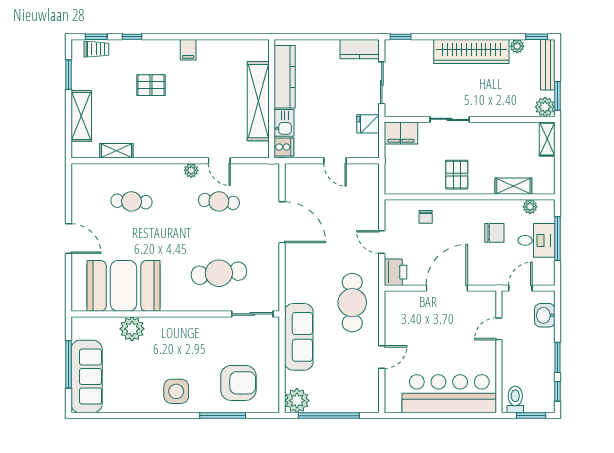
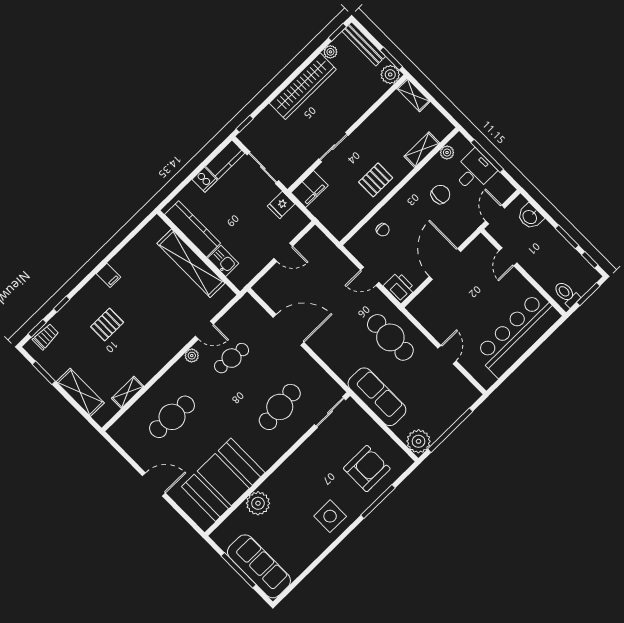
cooker: (284, 147) -> (205, 180), moved, turned 90
pallet: (457, 175) -> (376, 180), turned 90
cafe table: (131, 201) -> (172, 417), width x1.37, depth x1.35

